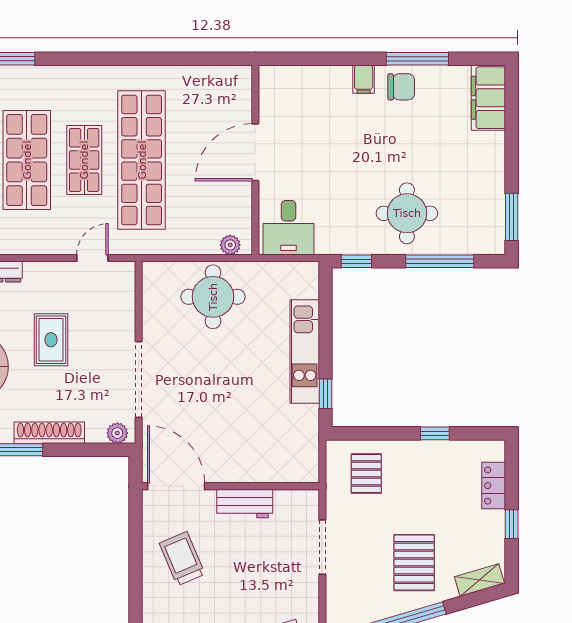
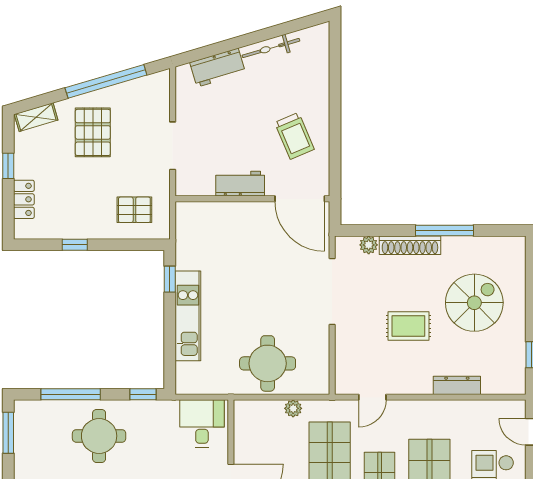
plant: (230, 245) -> (293, 408), moved
rug: (51, 340) -> (408, 326), turned 90
plant: (117, 433) -> (369, 245), moved
pallet: (366, 473) -> (134, 210), turned 90

